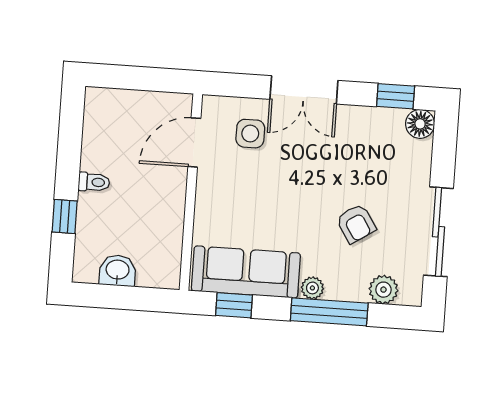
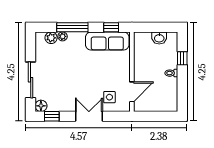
armchair: (356, 224) -> (64, 64), removed
sliding door: (438, 232) -> (31, 80), moved
plant: (312, 288) -> (63, 36), moved

